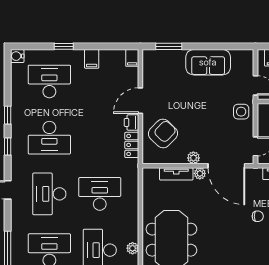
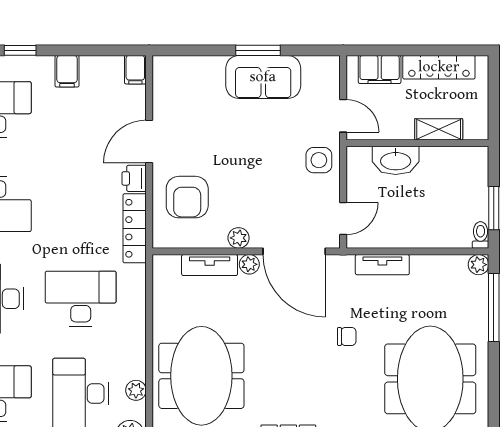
window: (169, 46) -> (258, 50), moved
armchair: (163, 134) -> (187, 197), turned 136
locker: (132, 145) -> (135, 228), width x1.53

